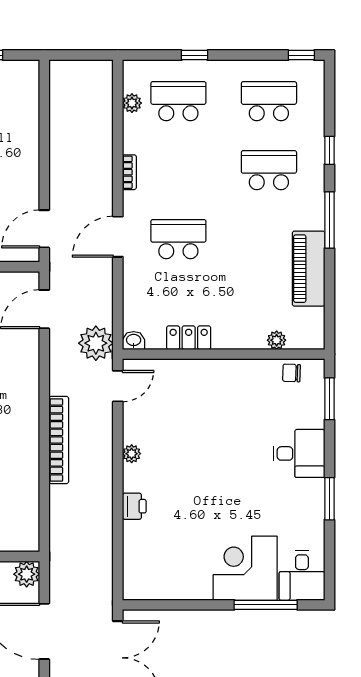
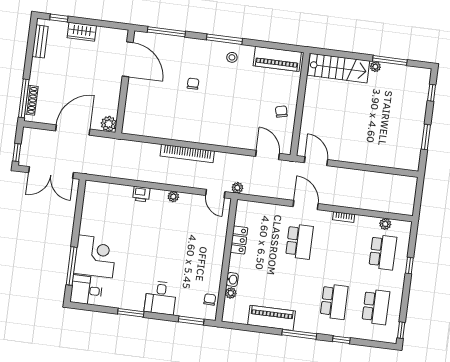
washbasin: (134, 341) -> (232, 279), moved
plant: (96, 343) -> (237, 188), width x0.53, depth x0.53

